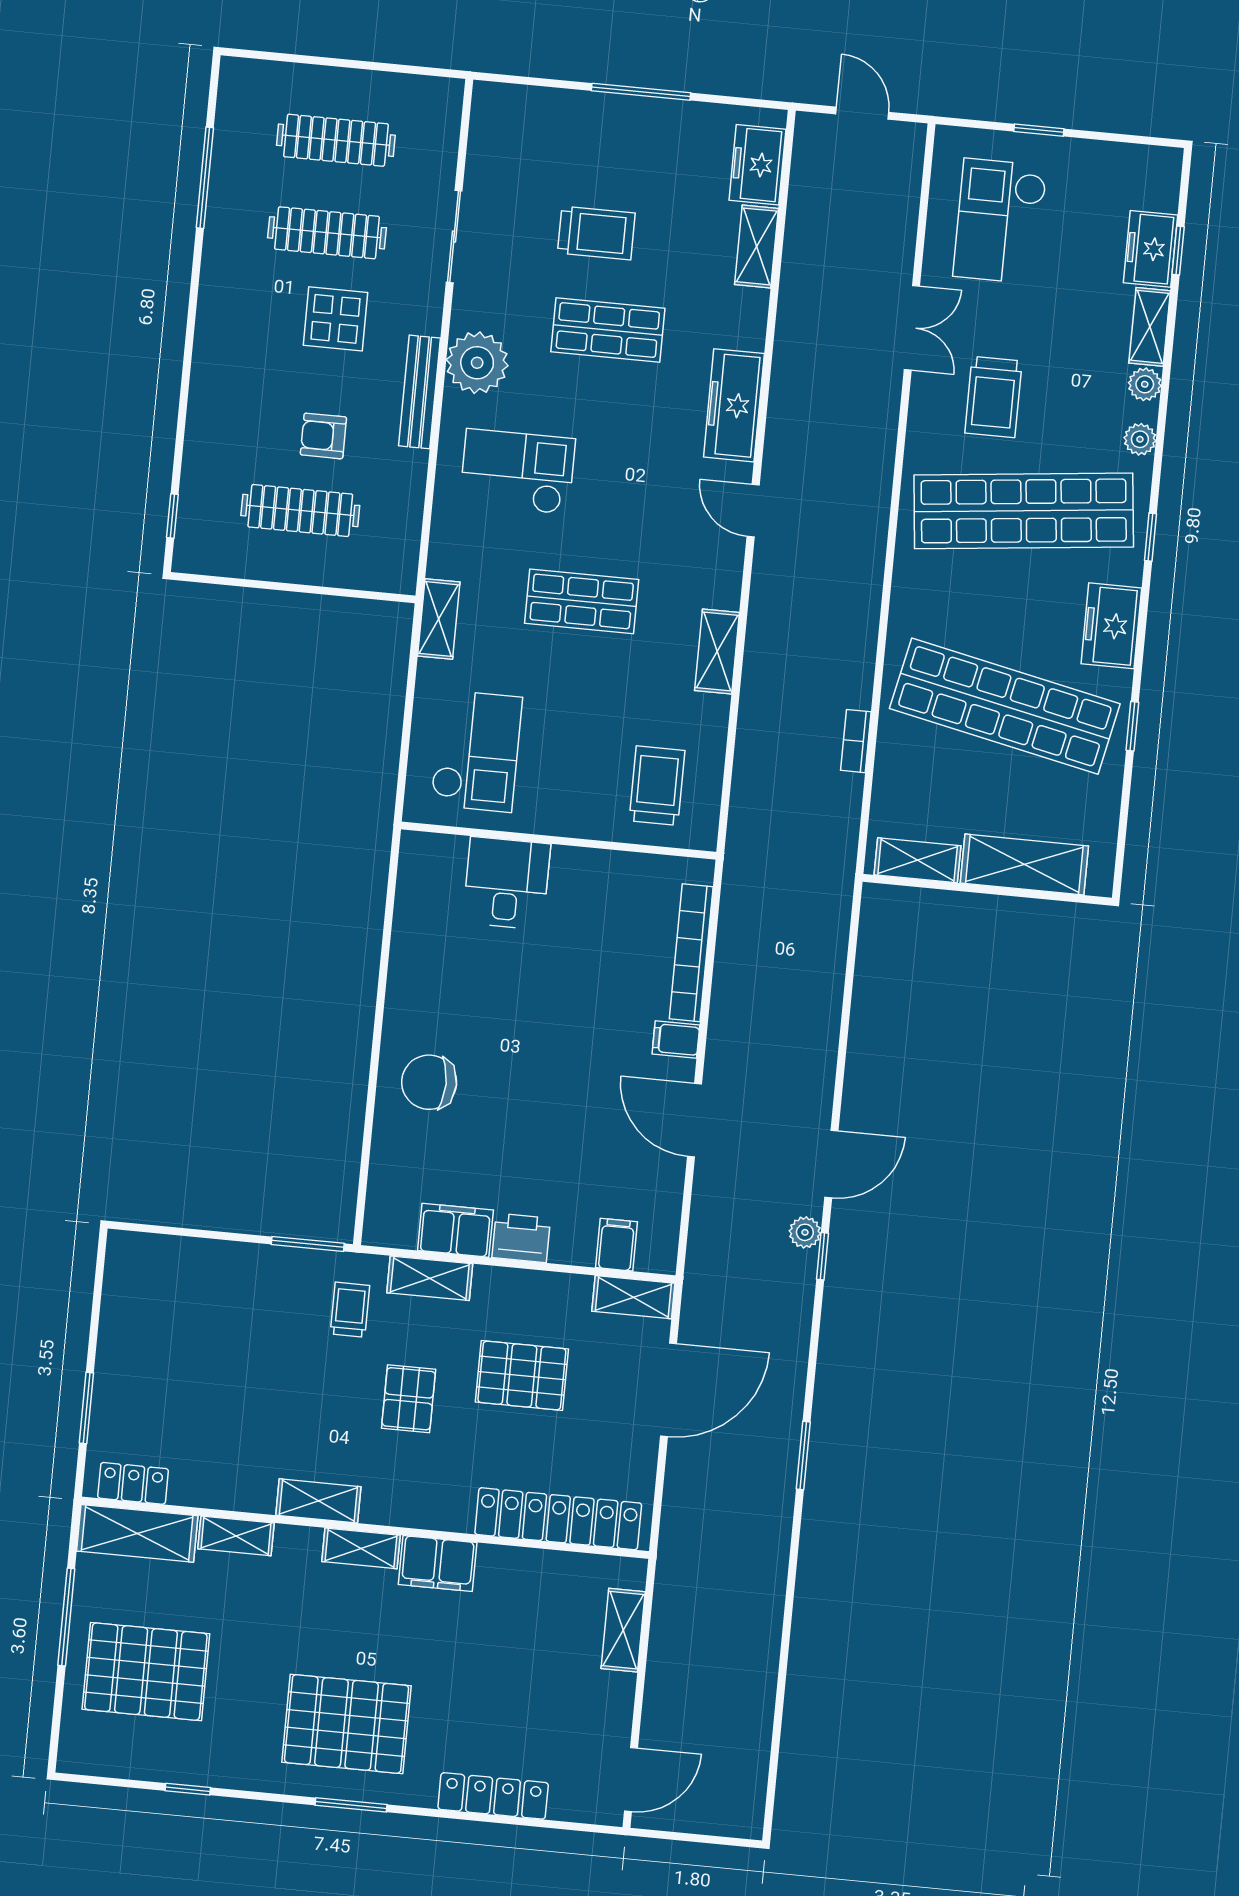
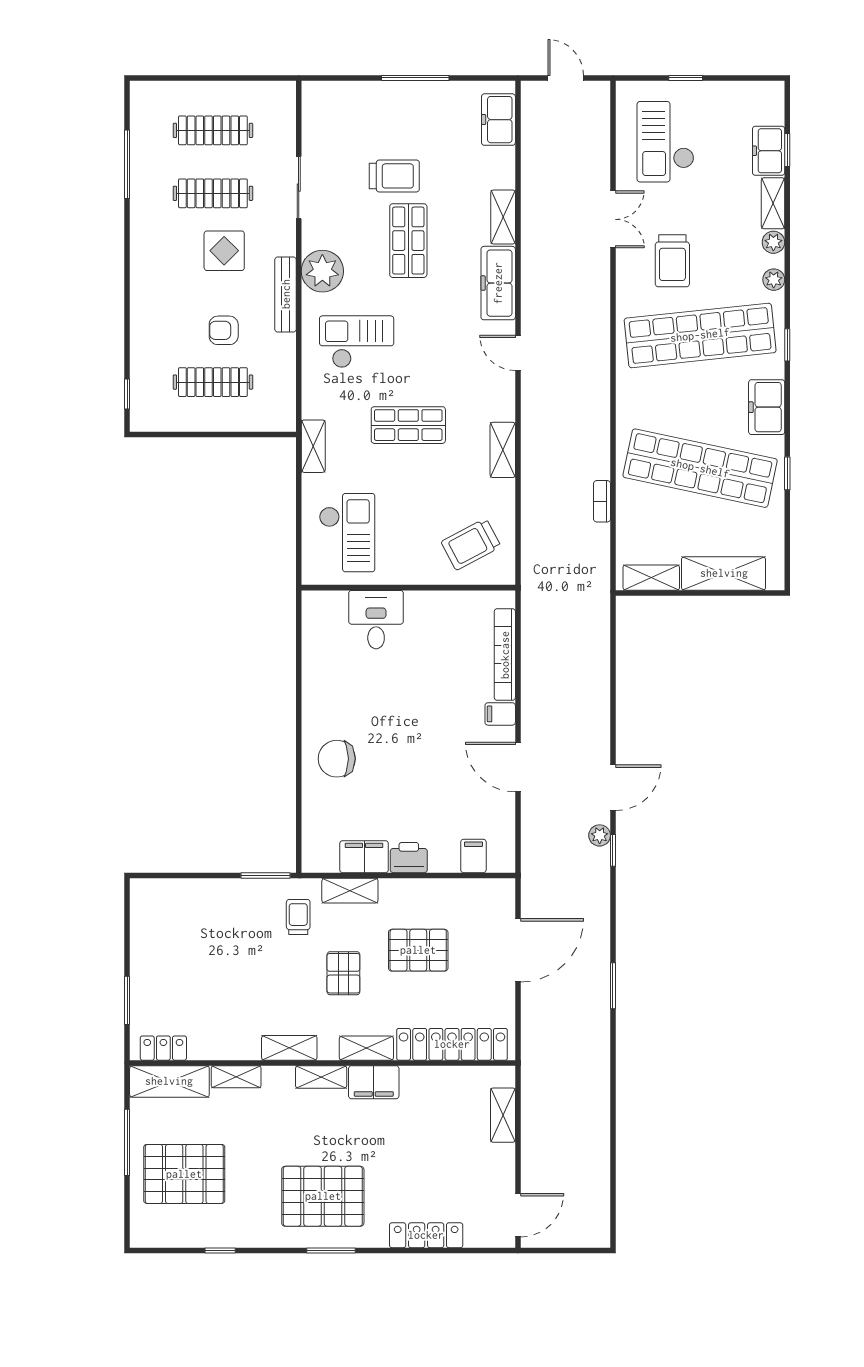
shelving: (757, 246) -> (503, 217), moved
shop shelf: (608, 330) -> (408, 241), turned 90
trolley: (657, 786) -> (471, 544), turned -118
shelving: (633, 1297) -> (366, 1048), moved

